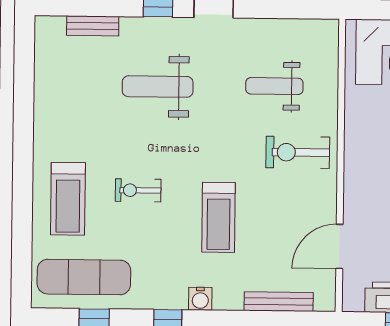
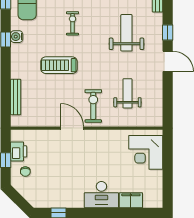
door: (339, 246) -> (72, 128), moved
water cooler: (200, 299) -> (17, 37), moved

